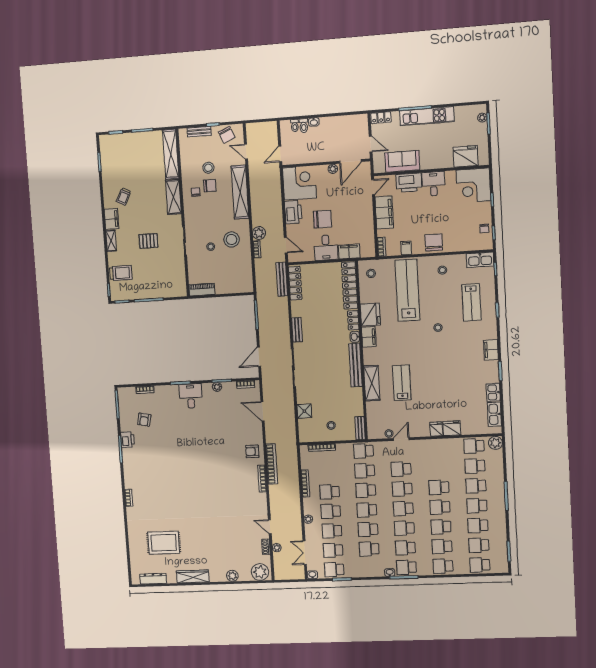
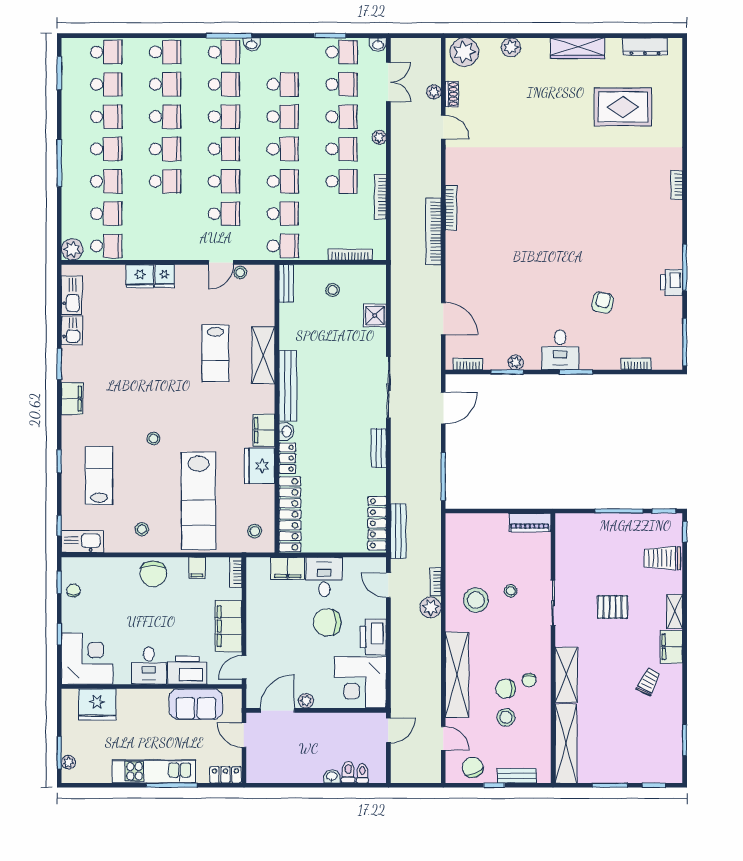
armchair: (144, 420) -> (603, 303), moved
armchair: (252, 451) -> (464, 253), removed

